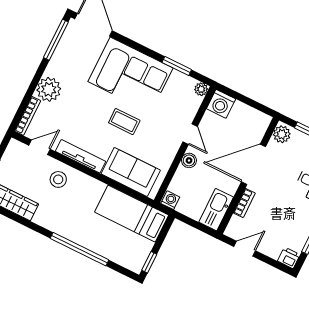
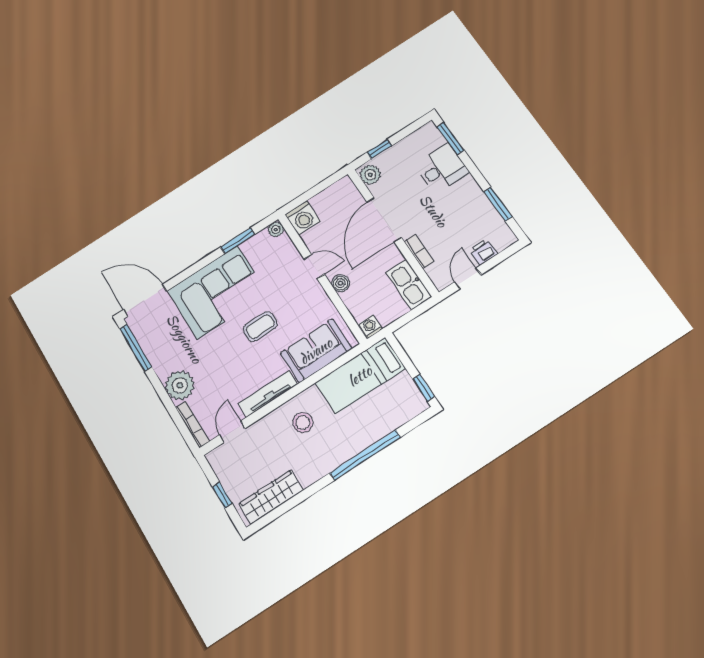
stool: (58, 179) -> (303, 423), moved
printer: (289, 258) -> (483, 252), moved

